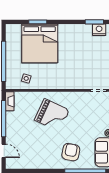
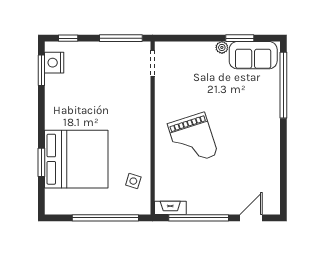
grand piano: (52, 115) -> (193, 139), turned 137
armchair: (71, 152) -> (253, 109), removed

